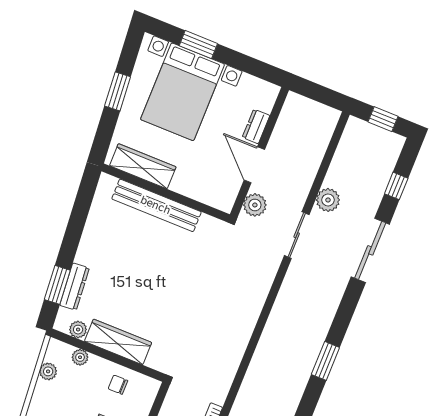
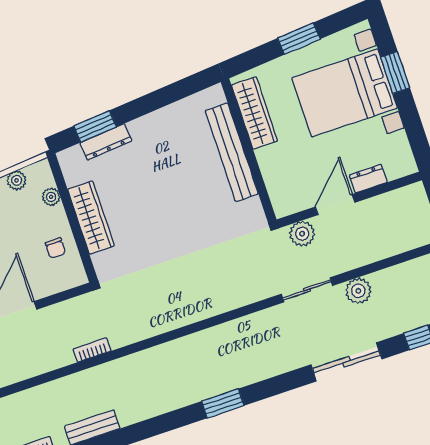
plant: (78, 330) -> (73, 175), removed
chair: (118, 385) -> (55, 248), turned 180

